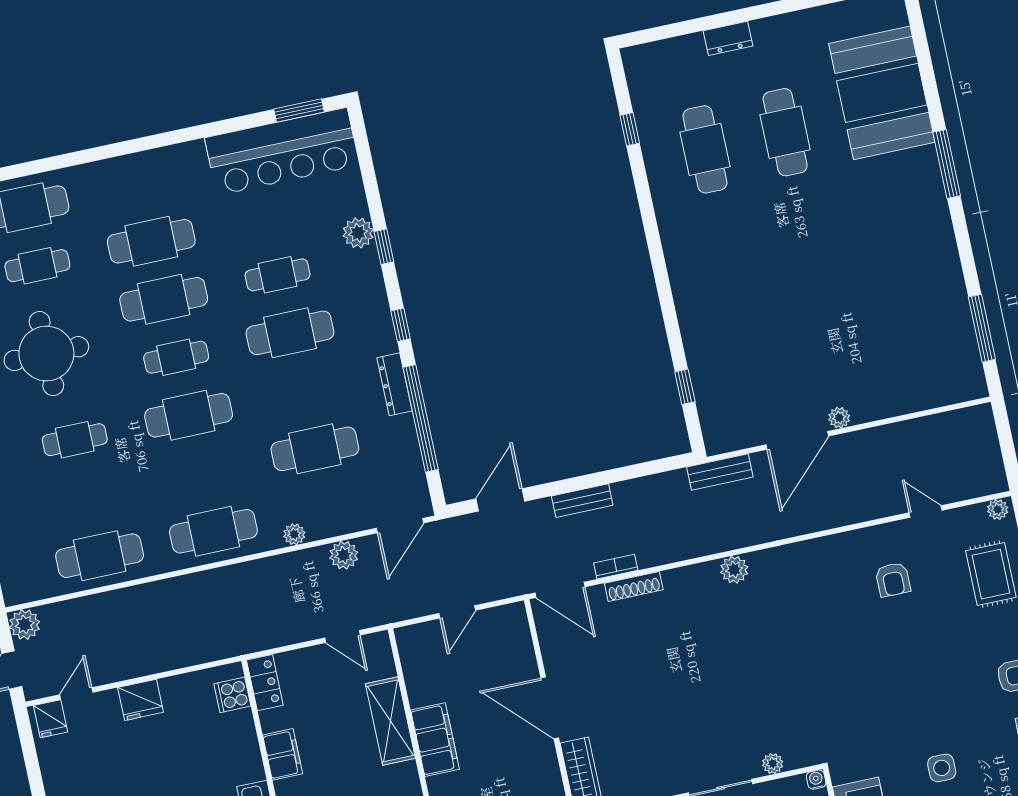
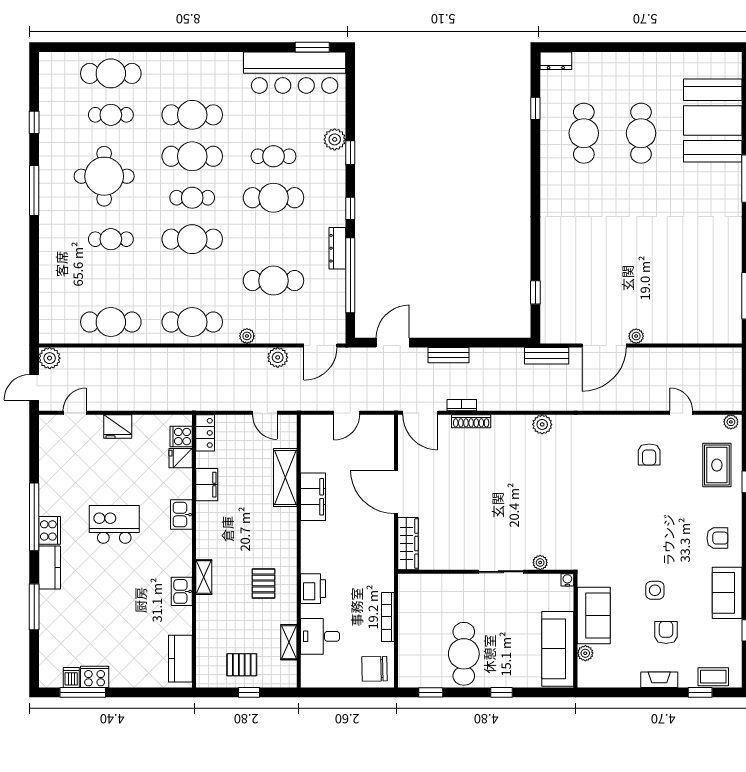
dresser: (728, 38) -> (556, 61), moved
fridge: (50, 719) -> (181, 458), moved, turned 90

